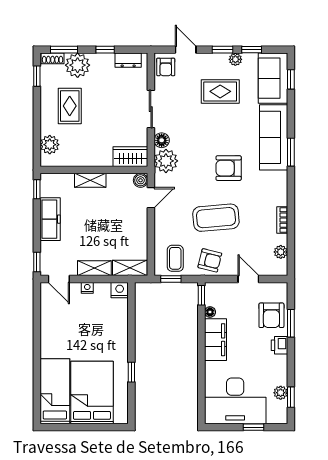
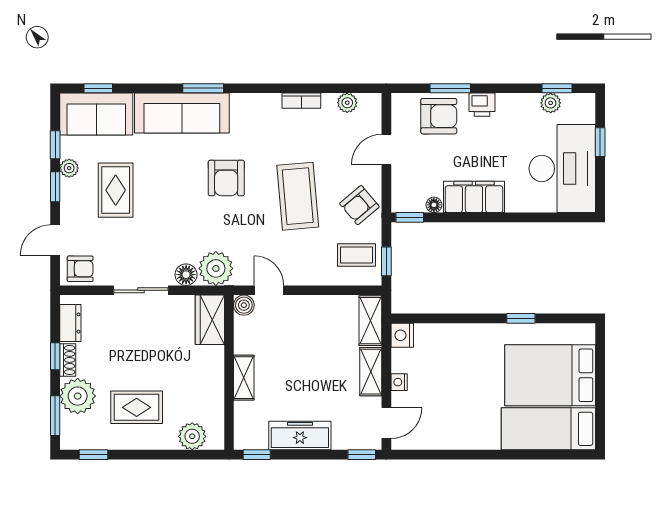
shoe rack: (53, 58) -> (68, 360), moved
armchair: (210, 260) -> (359, 205), turned -144

